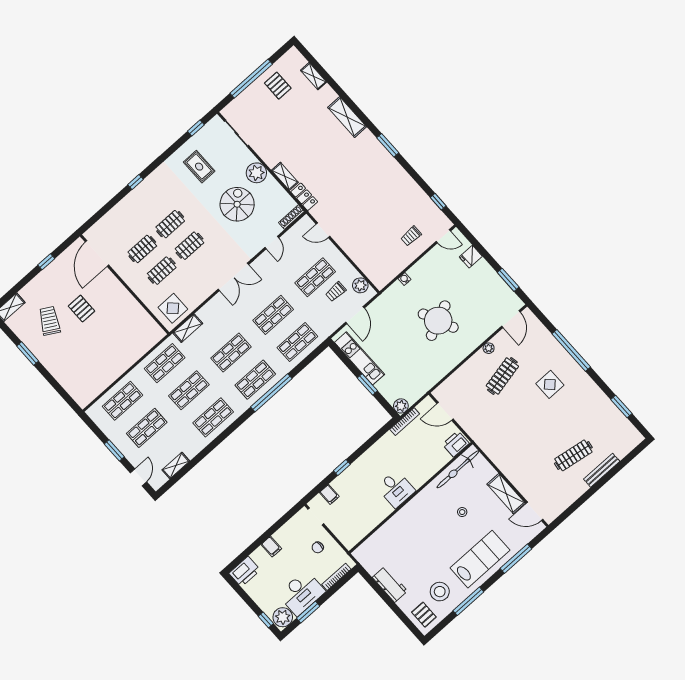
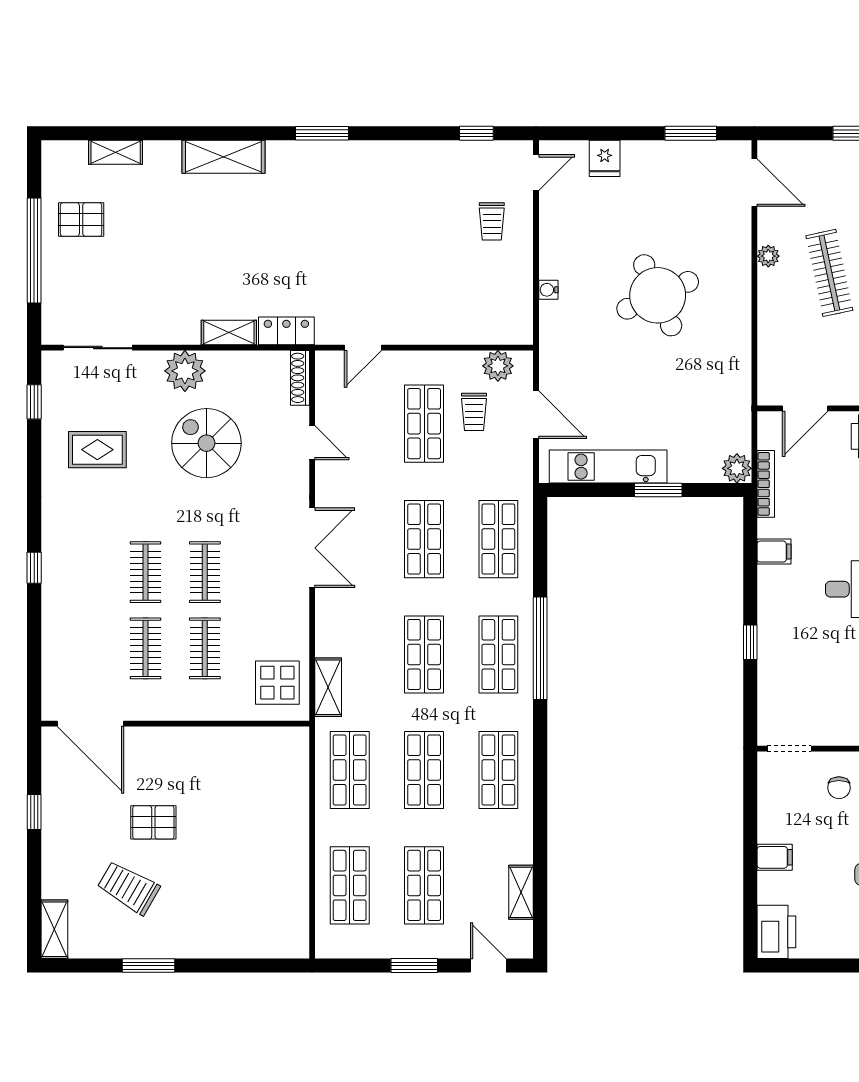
filing cabinet: (329, 494) -> (774, 552), moved

